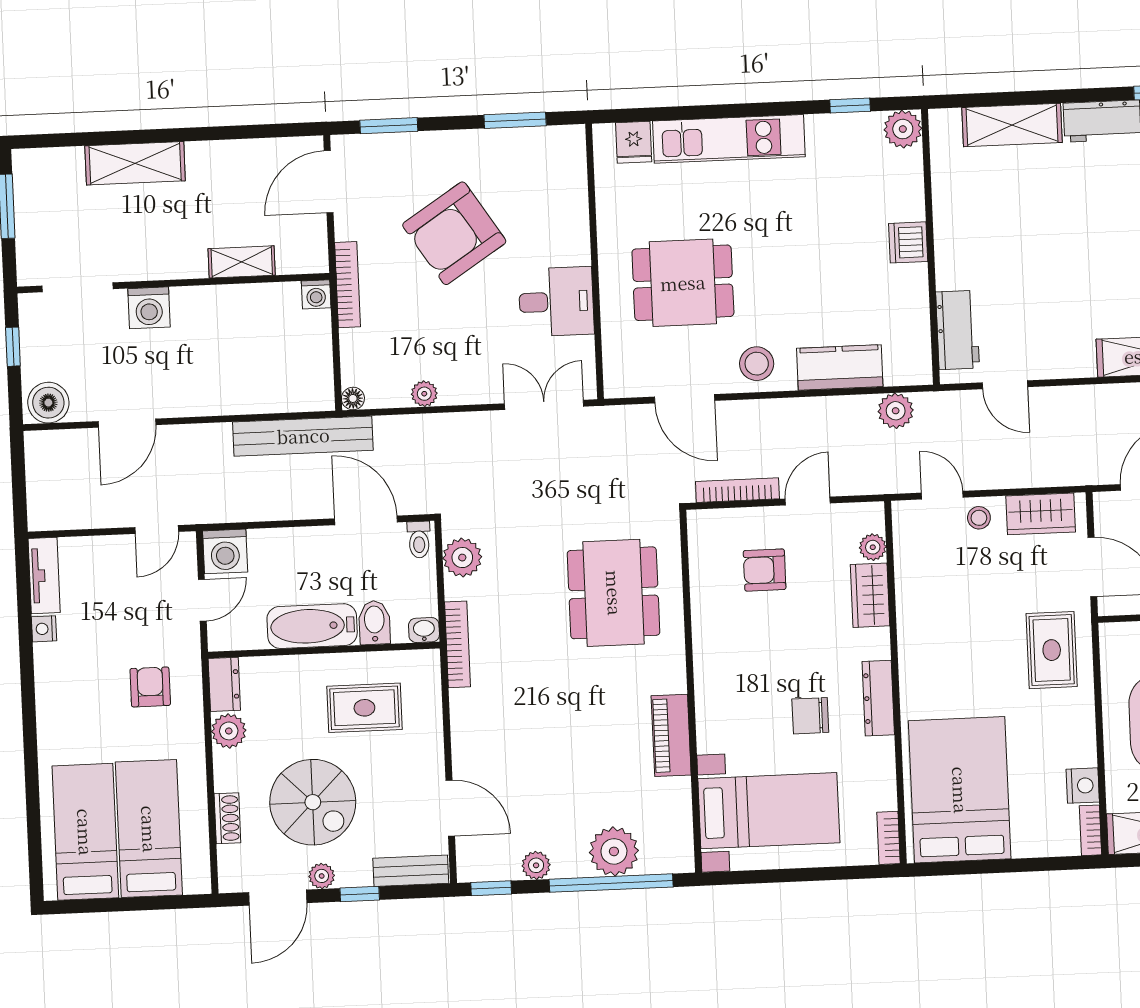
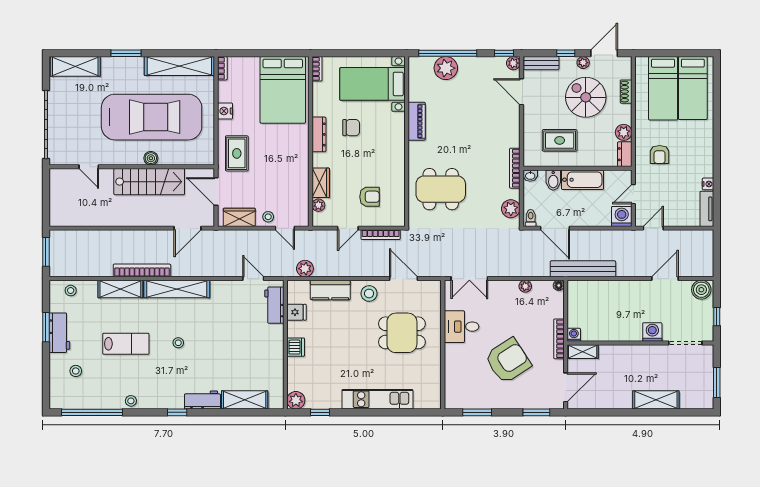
fridge: (634, 142) -> (296, 312), moved, turned 90
shelving: (242, 262) -> (583, 352), moved
dining table: (614, 593) -> (441, 189), turned 90
nightstand: (1083, 786) -> (225, 111), moved
plant: (536, 865) -> (513, 63), moved

